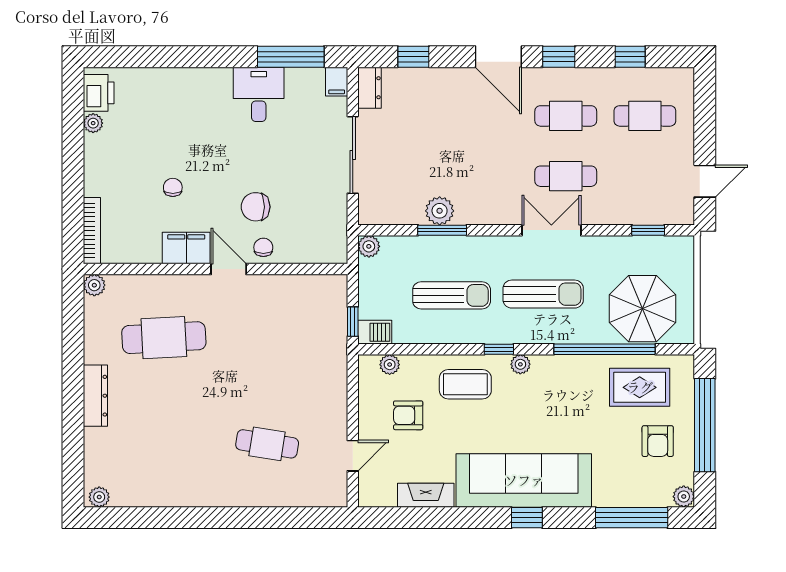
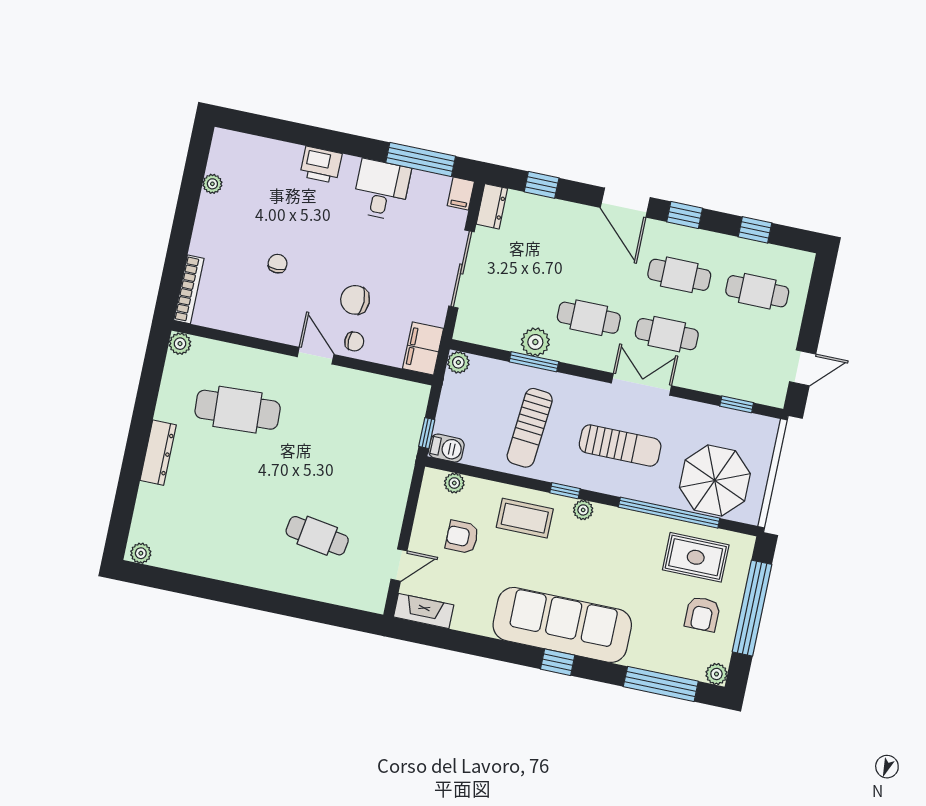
printer: (99, 93) -> (321, 165), moved, turned 90
cafe table: (487, 176) -> (589, 318), added
chair: (263, 247) -> (354, 341), turned 90
filing cabinet: (186, 248) -> (423, 348), moved, turned -90
sun lounger: (452, 295) -> (530, 428), turned 95
fireplace: (426, 495) -> (424, 611), moved

